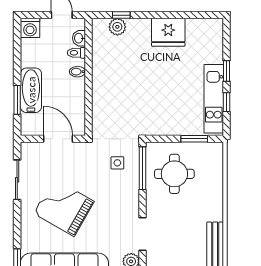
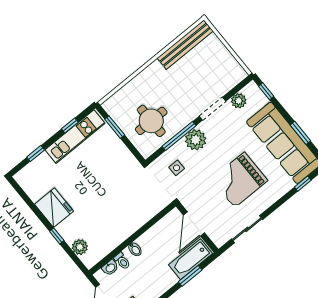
window: (121, 15) -> (57, 236), moved
window: (227, 71) -> (36, 154), moved
bathtub: (31, 90) -> (190, 259), moved
window: (142, 168) -> (179, 136), moved
plant: (128, 198) -> (196, 140), added
grand piano: (64, 207) -> (239, 180), turned 60

